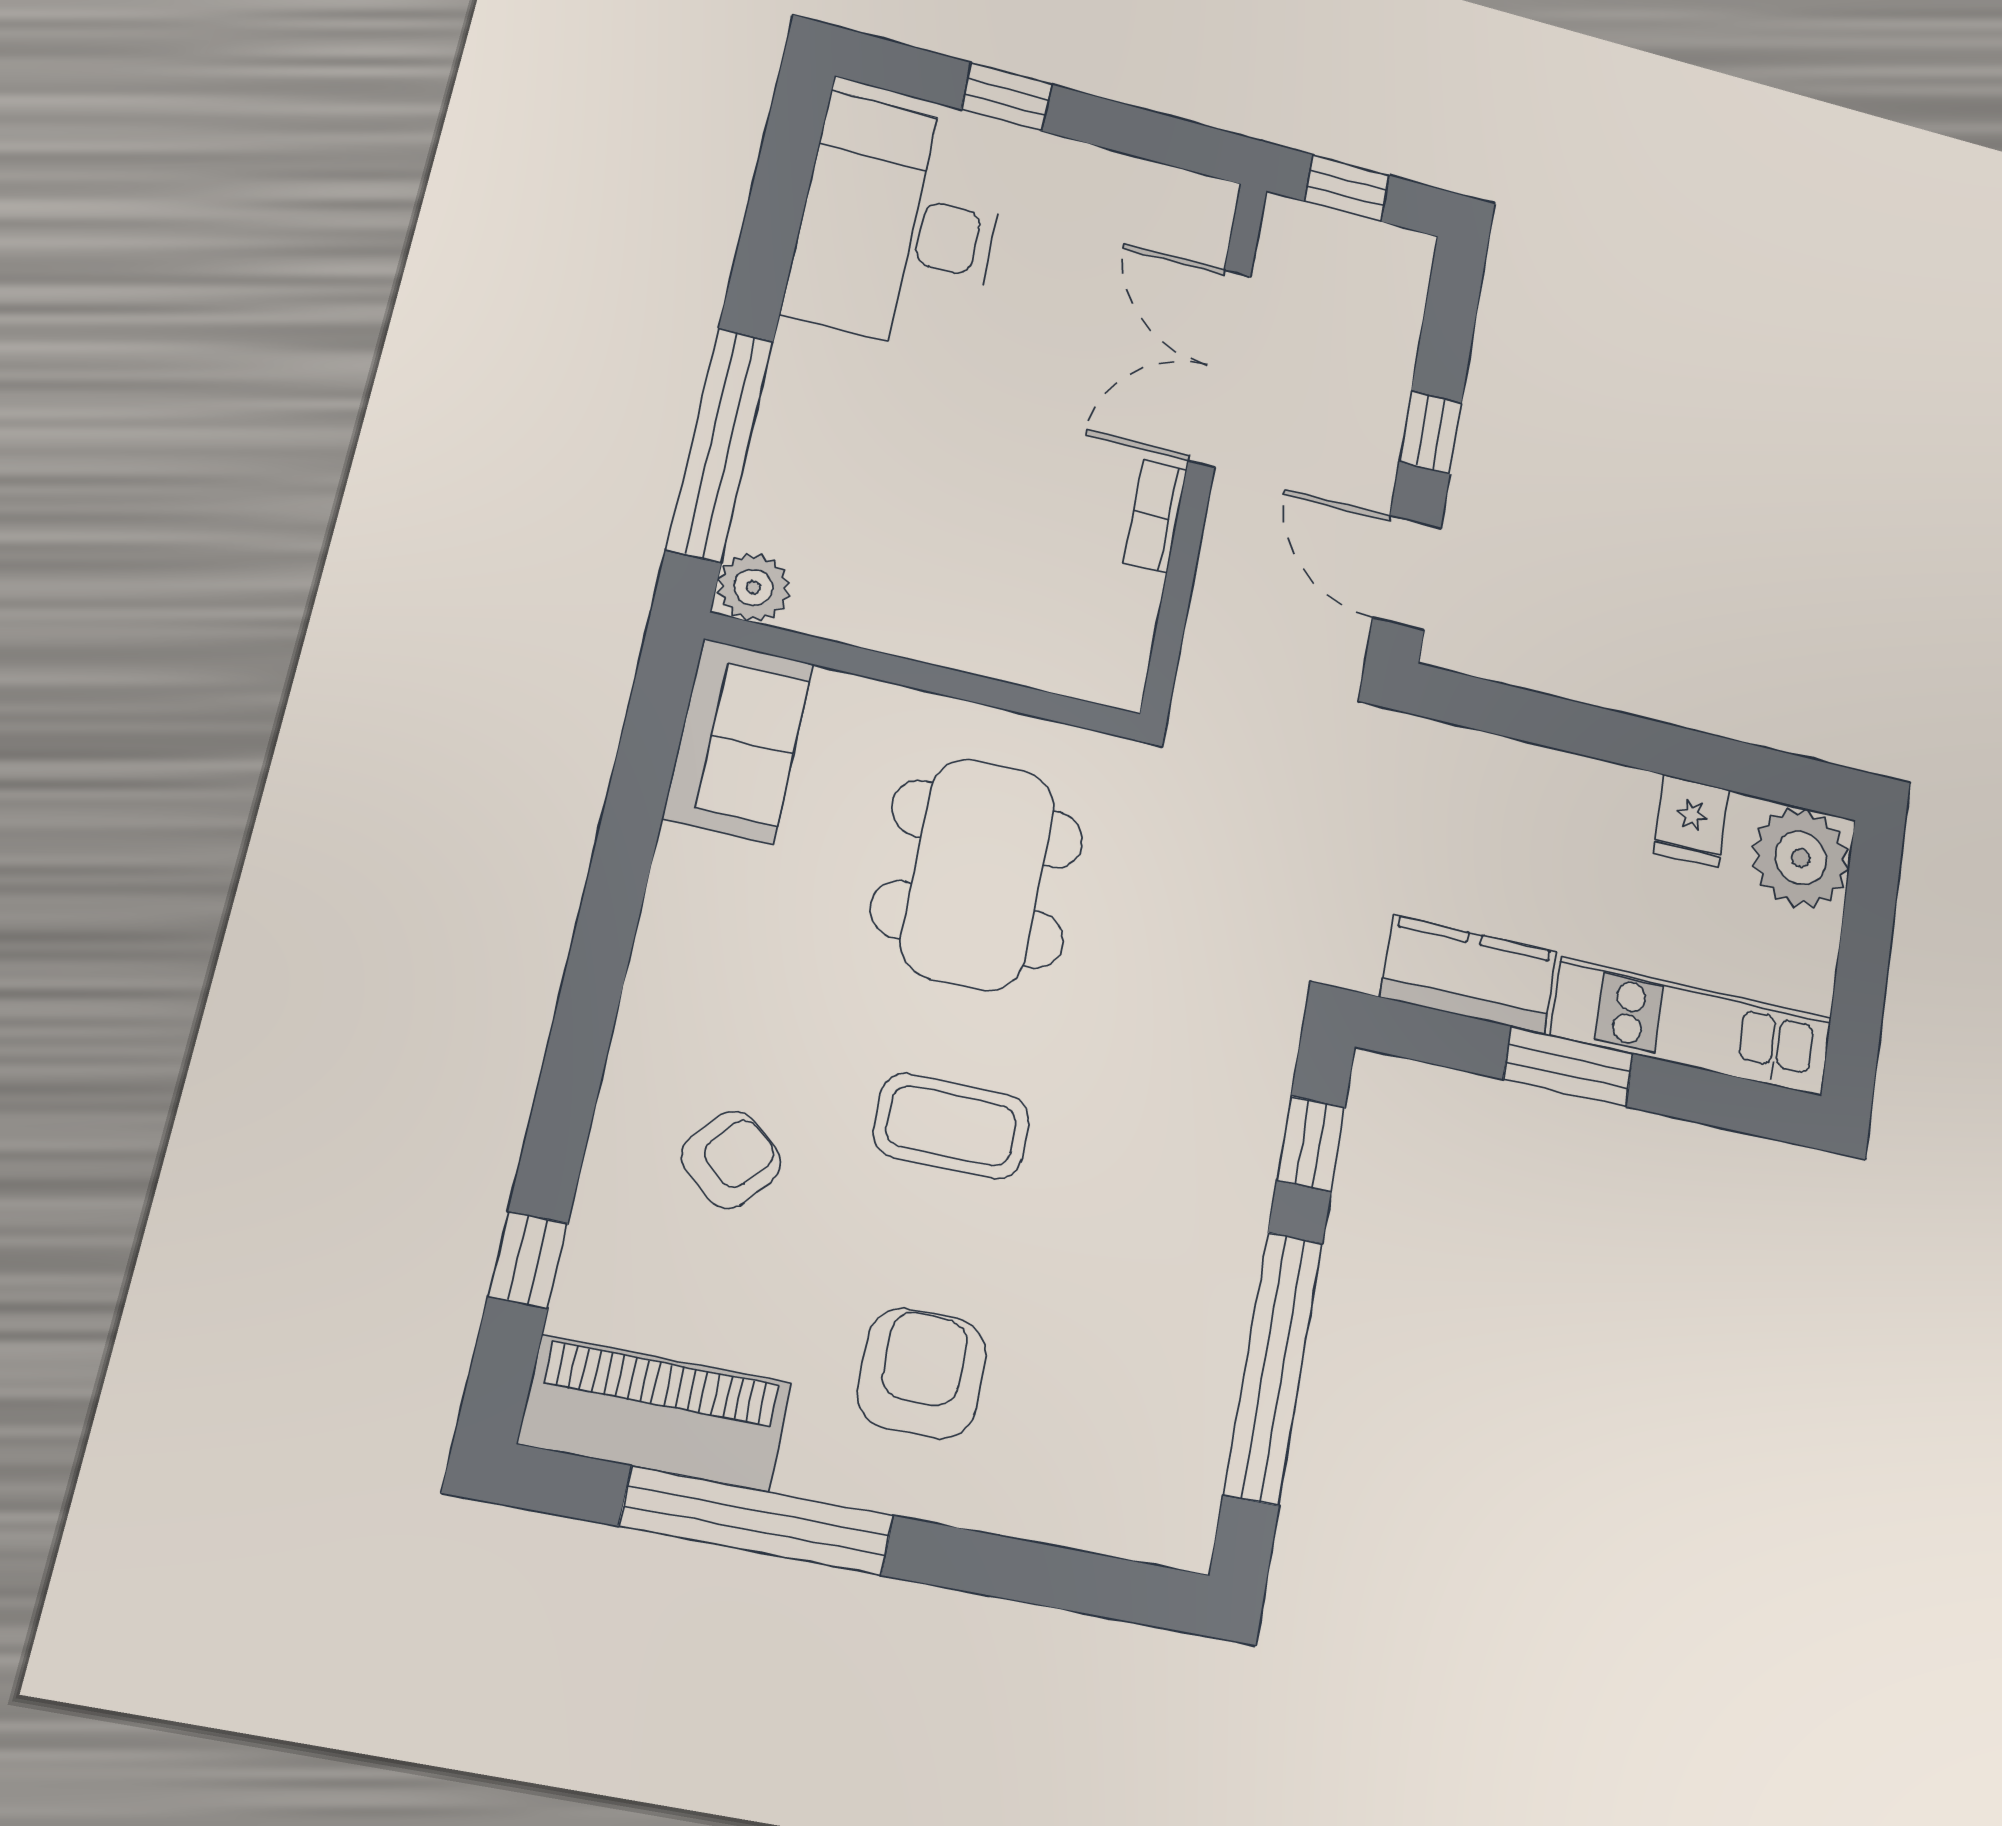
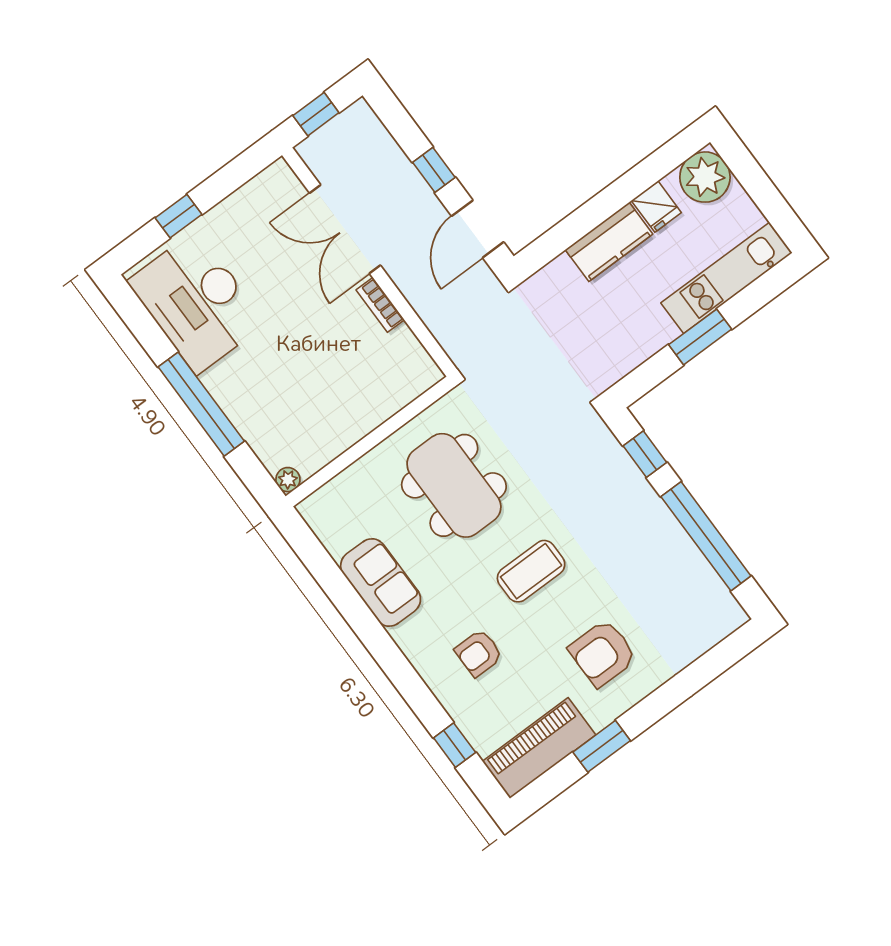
window: (720, 445) -> (201, 404), moved
door: (1407, 573) -> (478, 229), hinge flipped
plant: (754, 587) -> (288, 480), width x0.73, depth x0.73
sofa: (738, 741) -> (381, 582), moved
kitchen counter: (1469, 975) -> (609, 242), moved, turned 180
armchair: (731, 1160) -> (479, 653), turned -130
armchair: (922, 1373) -> (603, 653), turned -90
window: (757, 1521) -> (602, 746), width x0.47

